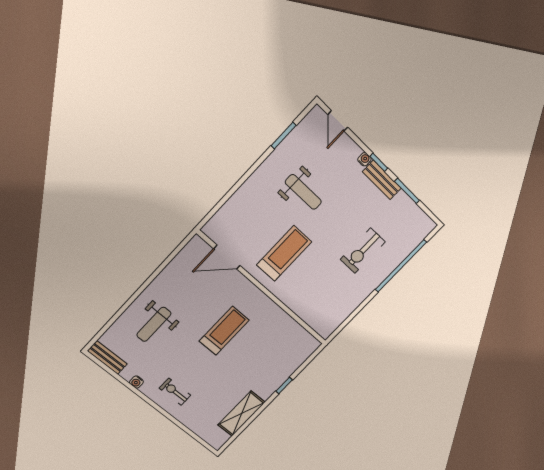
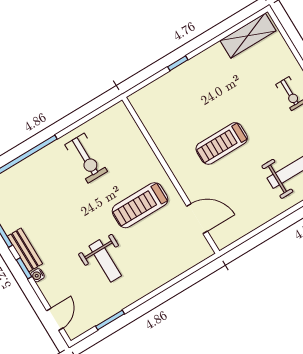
weight bench: (303, 192) -> (105, 261), turned 180
exercise bike: (363, 251) -> (86, 158), moved, turned 90
shelving: (242, 414) -> (248, 36), moved

